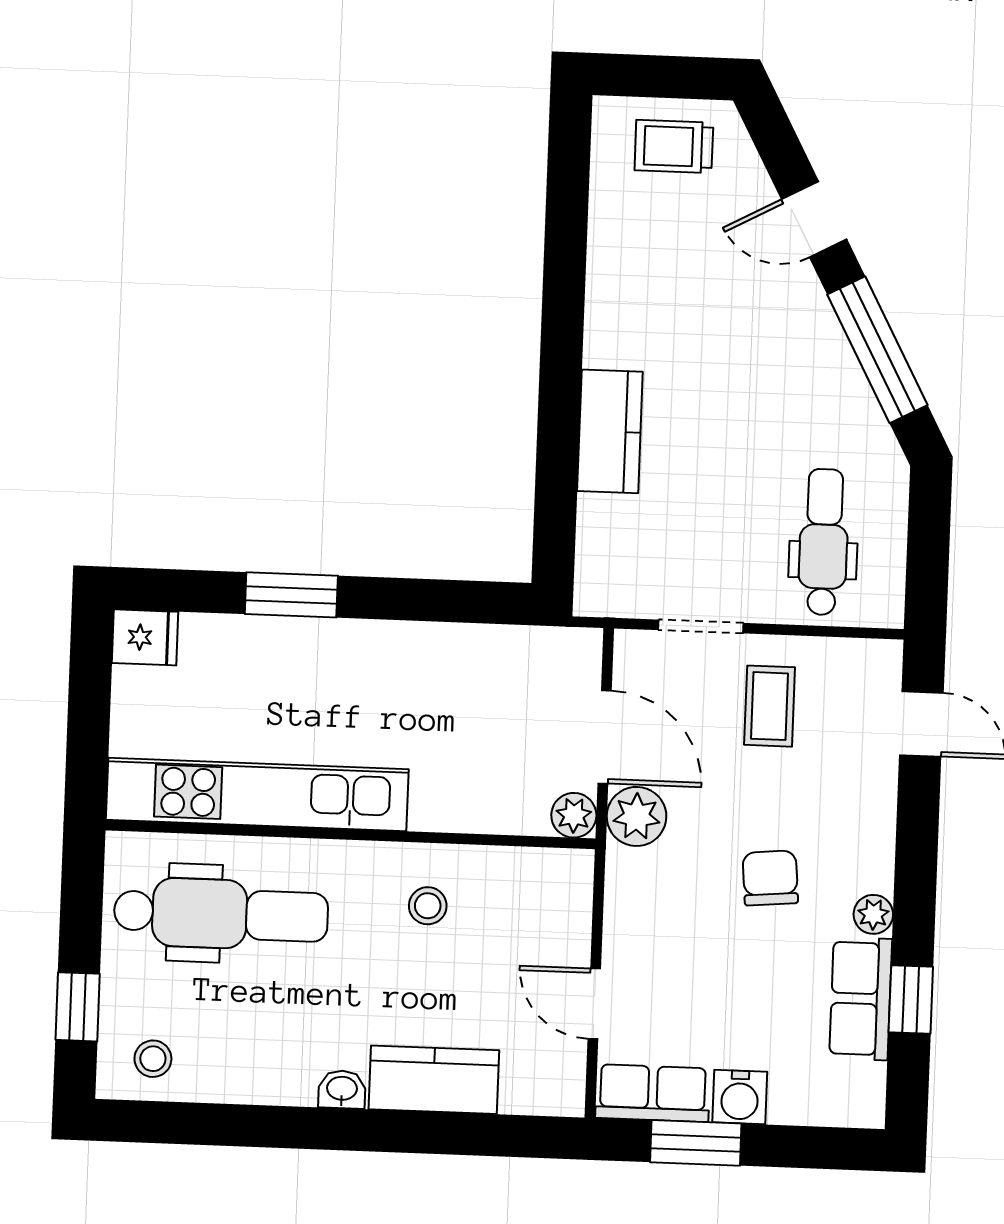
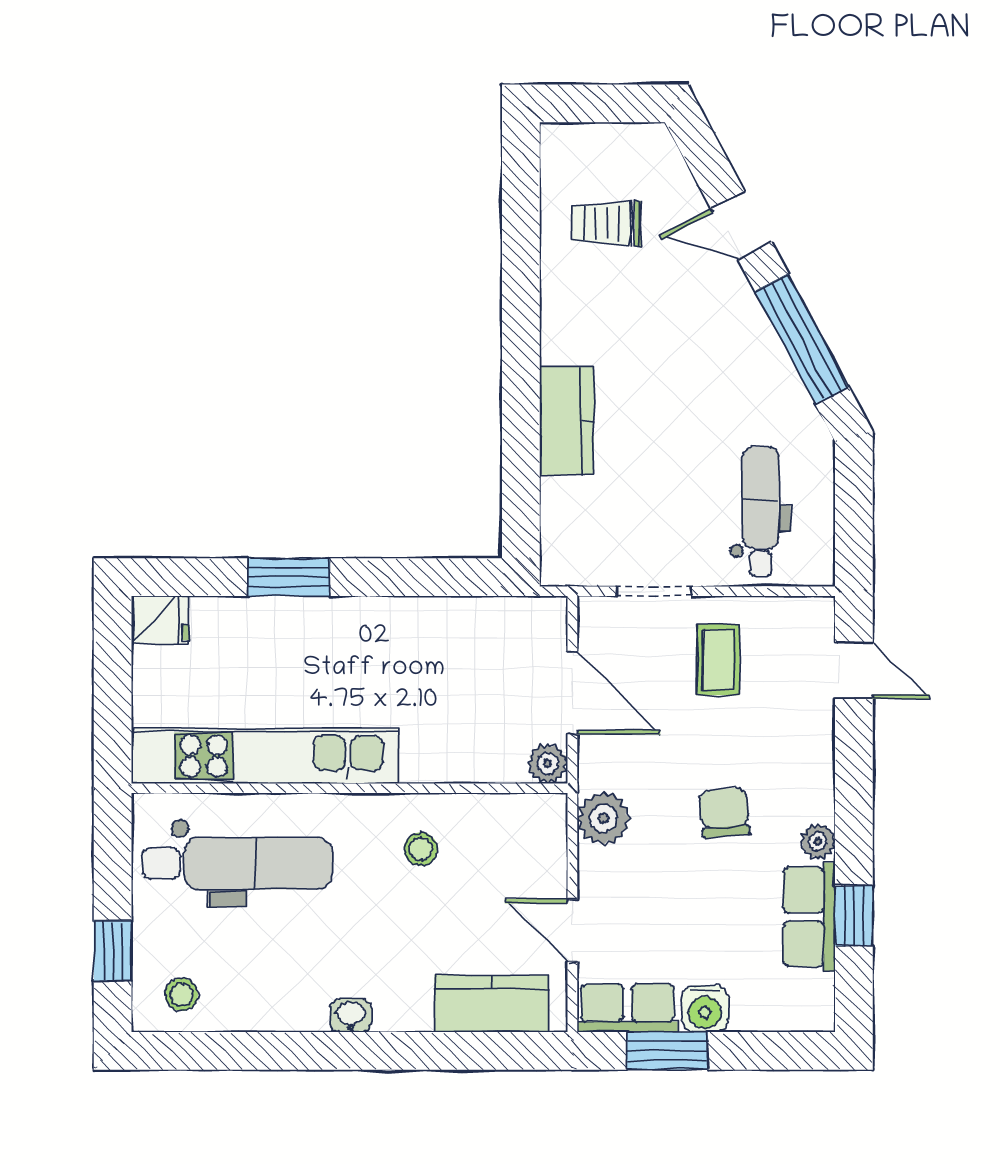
trolley: (674, 146) -> (606, 224), moved
plant: (637, 816) -> (604, 818), moved
kitchen counter: (434, 1080) -> (492, 1004), moved

